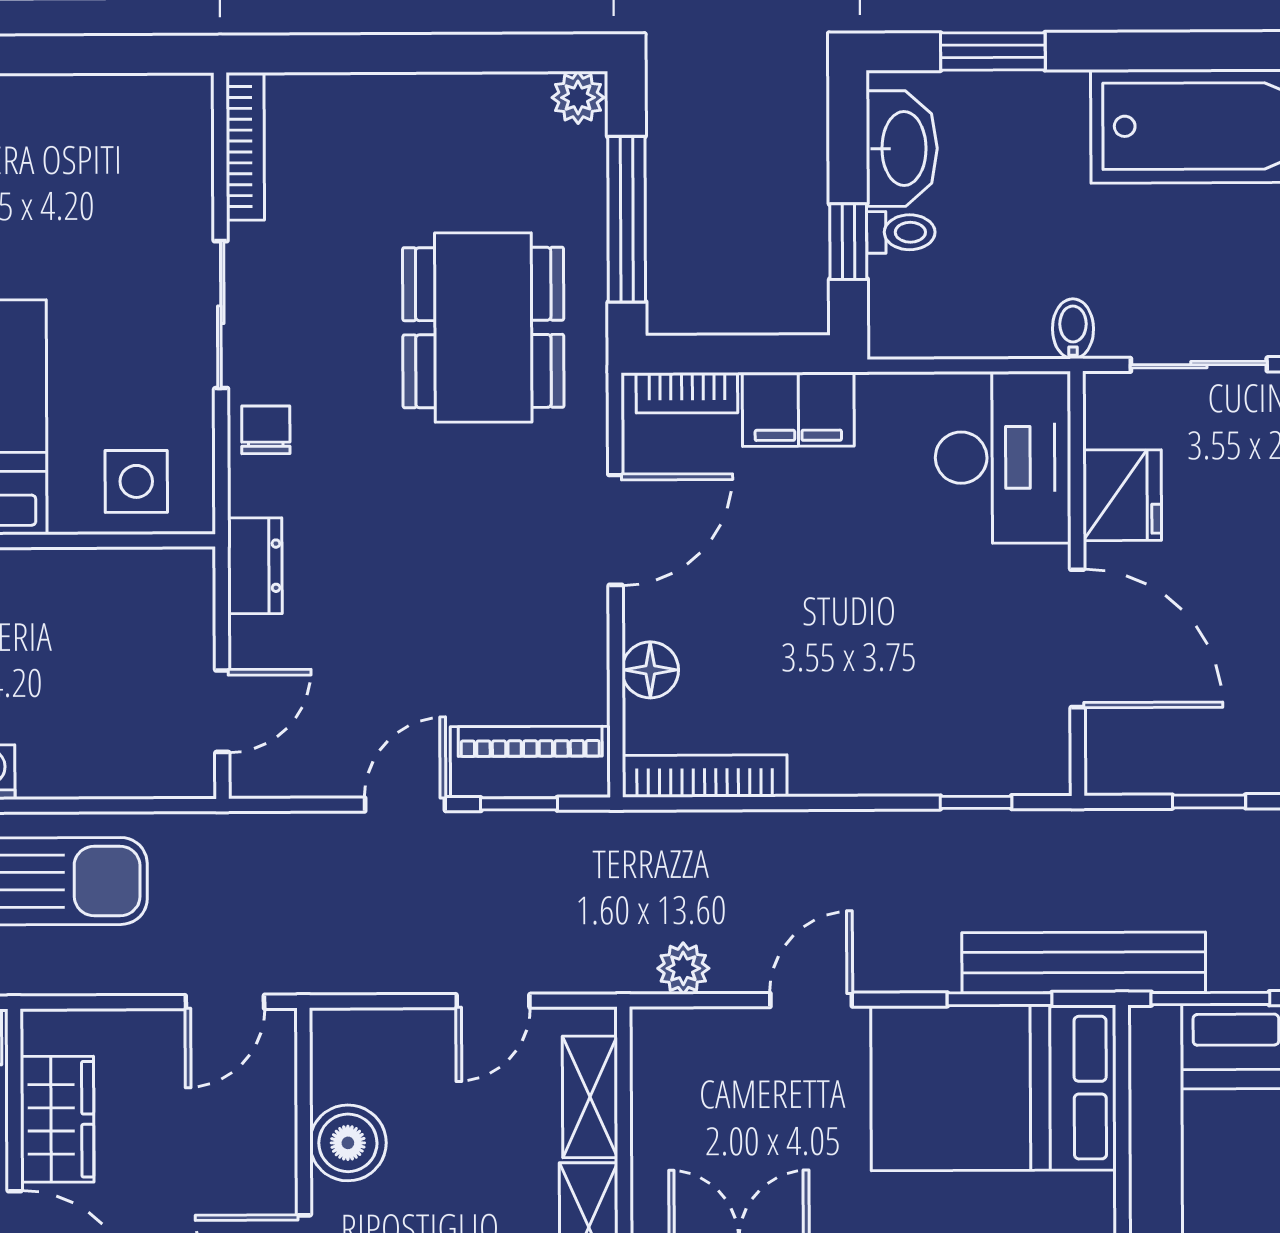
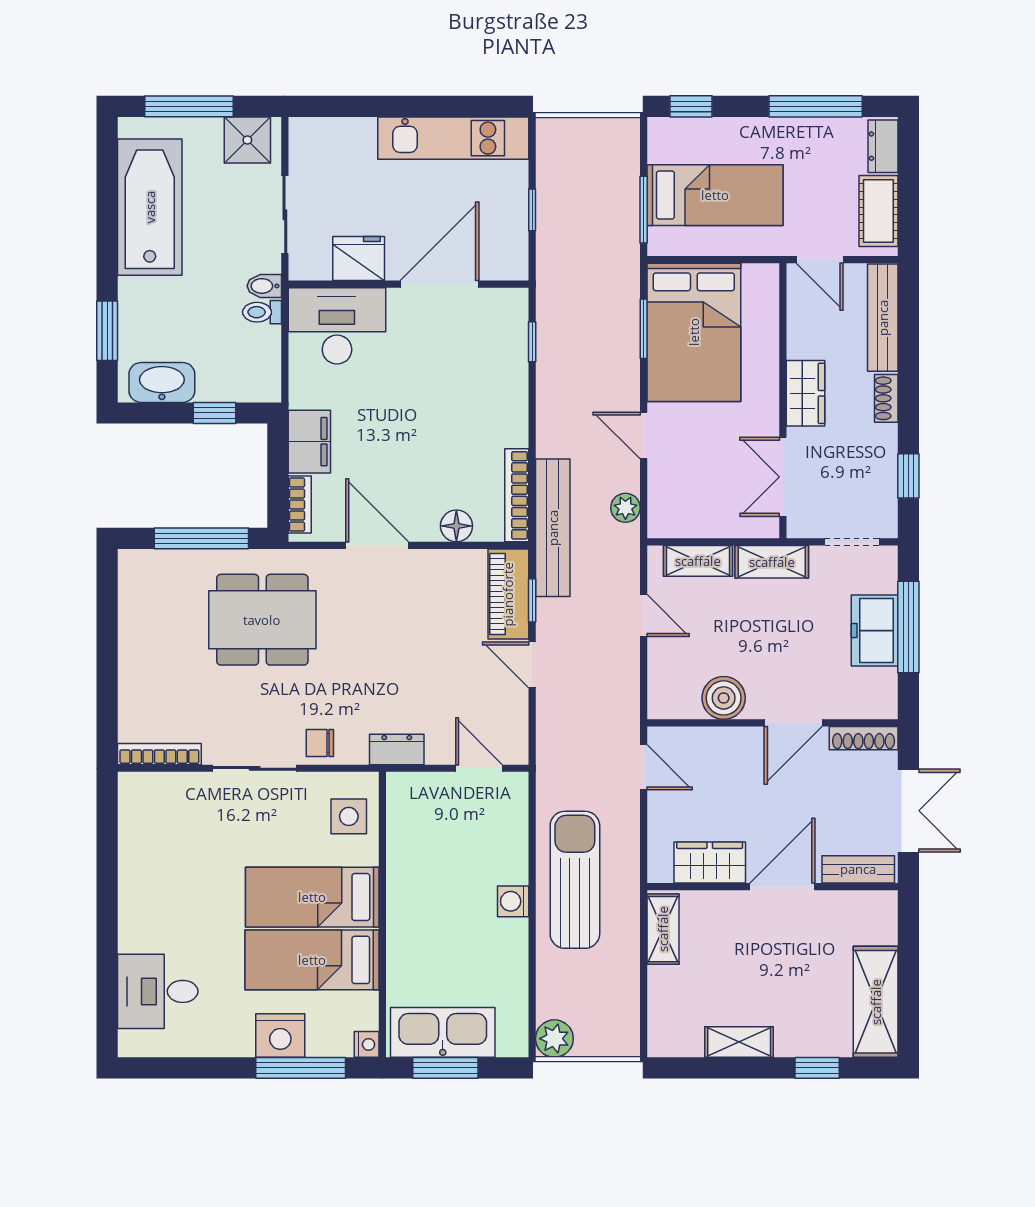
plant: (578, 97) -> (132, 566), removed
toilet: (901, 232) -> (262, 312), moved, turned -90
bench: (1084, 962) -> (553, 528), moved

